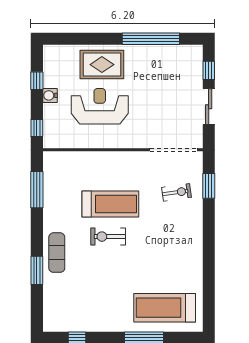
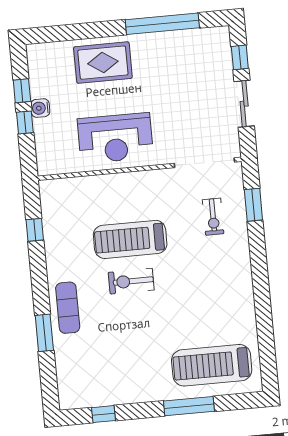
reception desk: (100, 106) -> (115, 138), moved, turned 180
window: (37, 128) -> (25, 122), moved
window: (37, 190) -> (35, 230), width x0.46
exercise bike: (176, 192) -> (213, 217), turned 98
treadmill: (110, 204) -> (130, 239), turned 180

